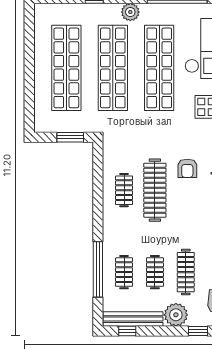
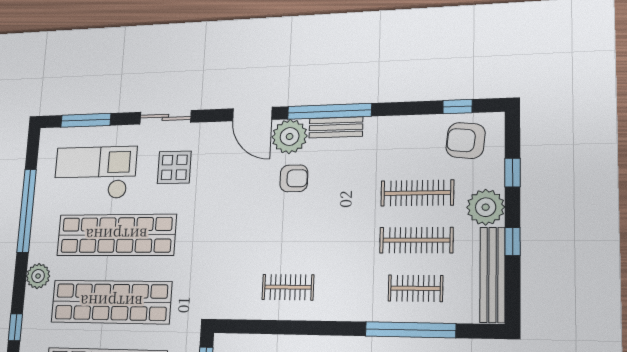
armchair: (187, 168) -> (294, 178), moved
clothes rail: (155, 190) -> (290, 241), removed
clothes rail: (155, 272) -> (416, 240), width x1.36
window: (127, 331) -> (513, 241), moved

